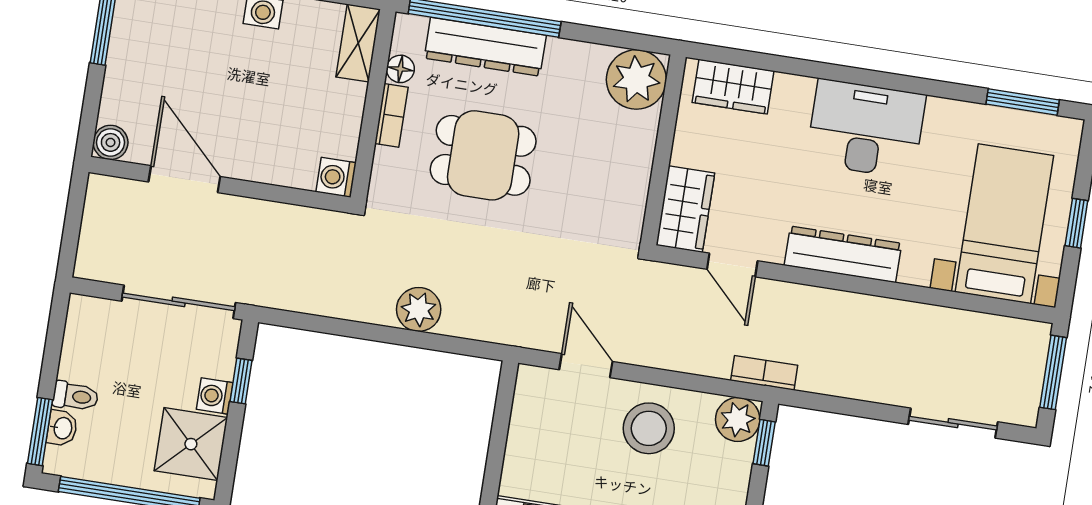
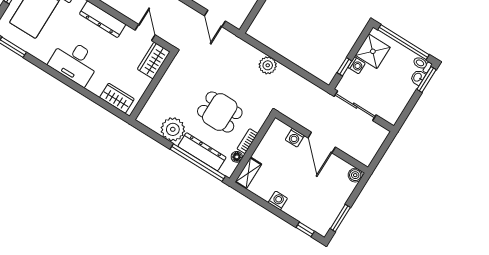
plant: (636, 79) -> (173, 129), moved
washing machine: (336, 177) -> (295, 138), moved, turned 90
door: (184, 179) -> (322, 142), moved
toilet: (76, 396) -> (422, 64), moved

